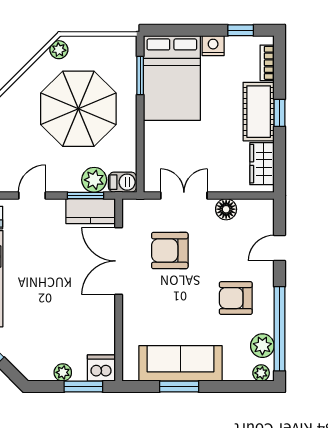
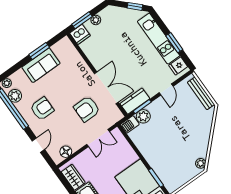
parasol: (78, 109) -> (173, 143), removed
floor lamp: (226, 209) -> (66, 152), moved
armchair: (170, 251) -> (87, 109), turned 180
sofa: (181, 363) -> (41, 65), width x0.73

